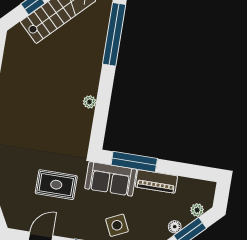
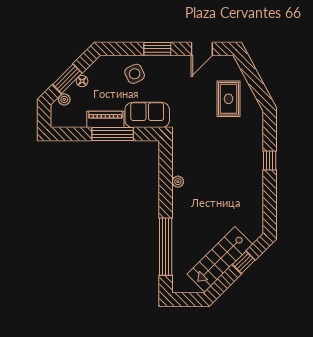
window: (134, 162) -> (113, 134), moved
rug: (56, 185) -> (229, 99), moved, turned 90

